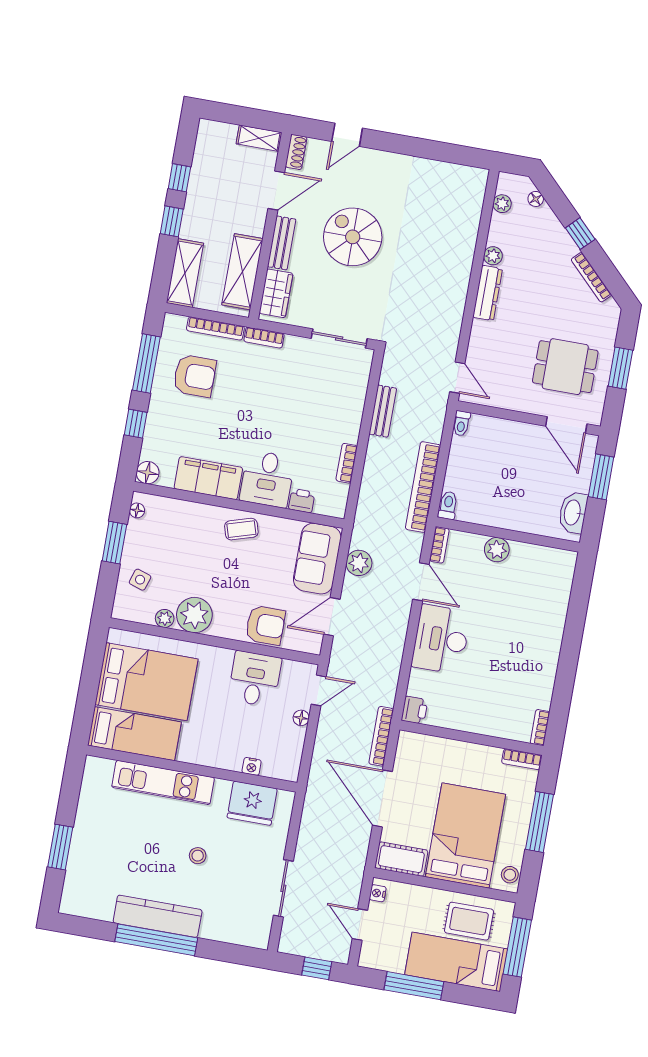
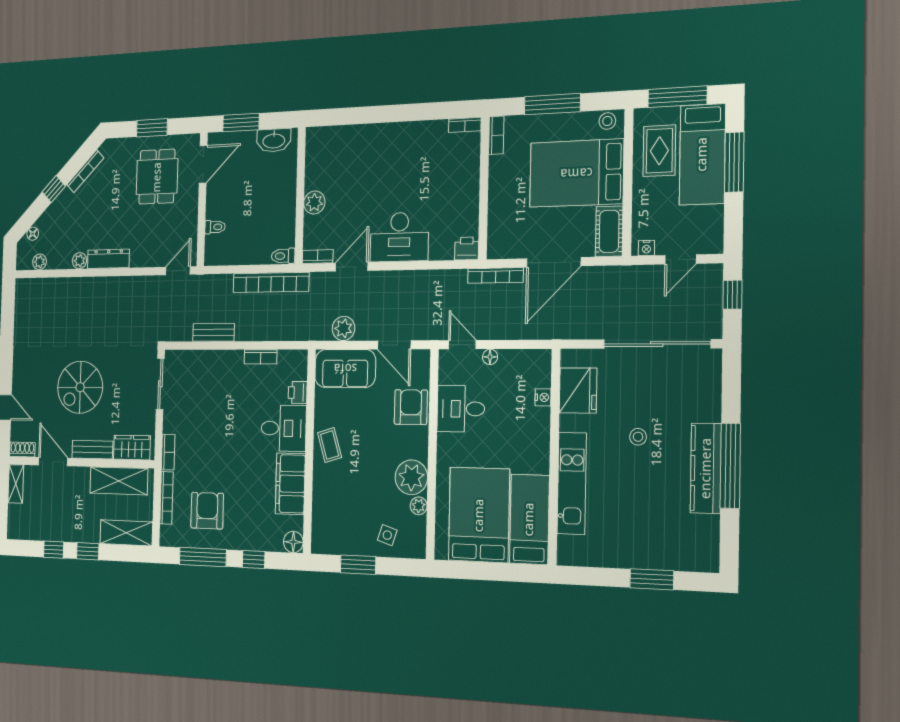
toilet: (461, 423) -> (215, 227), moved
floor lamp: (137, 510) -> (327, 547), removed
sliding door: (283, 888) -> (657, 344), width x1.86
window: (414, 986) -> (734, 162), moved

